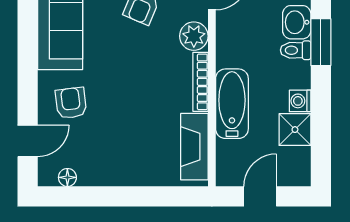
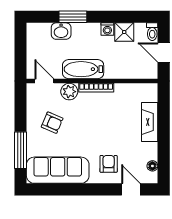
toilet: (296, 50) -> (152, 32), moved
armchair: (71, 103) -> (109, 164), turned 97
bathtub: (232, 104) -> (83, 69), moved
fireplace: (194, 147) -> (150, 122), moved, turned 90

